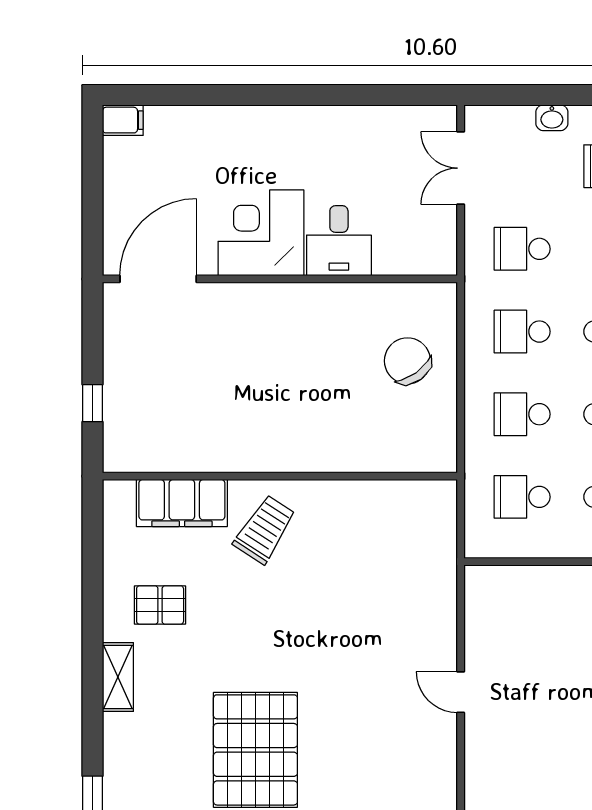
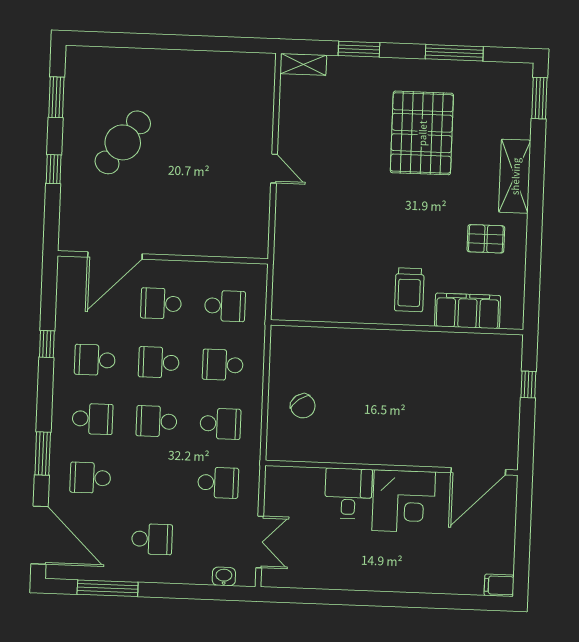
washbasin: (552, 118) -> (224, 576), moved
chair: (407, 361) -> (303, 406), width x0.73, depth x0.73
school desk: (522, 414) -> (223, 365), turned 180
trolley: (265, 529) -> (409, 290), turned -33
shelving: (118, 677) -> (515, 176), width x1.50, depth x1.33

